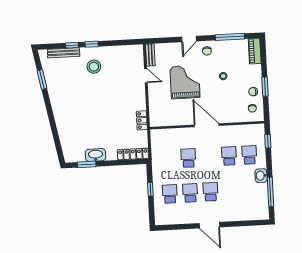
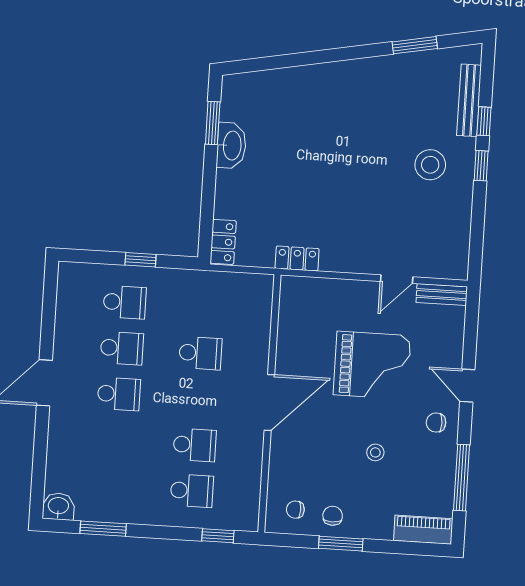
locker: (133, 154) -> (223, 242), width x0.66
washbasin: (261, 176) -> (58, 506), moved
window: (270, 192) -> (103, 529), width x0.69

